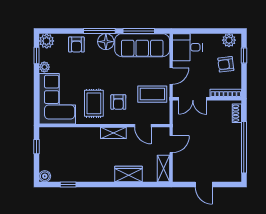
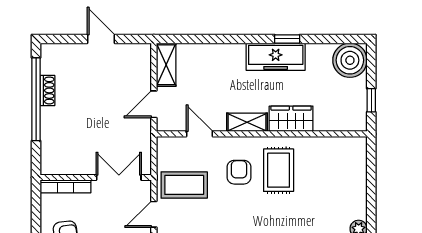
corner sofa: (57, 99) -> (338, 177), removed
shoe rack: (237, 113) -> (48, 90), moved
freezer: (96, 173) -> (276, 57), added
wardrobe: (128, 174) -> (291, 119), moved, turned 180
boiler: (45, 176) -> (350, 60), width x1.86, depth x1.86
window: (68, 184) -> (287, 39), moved

